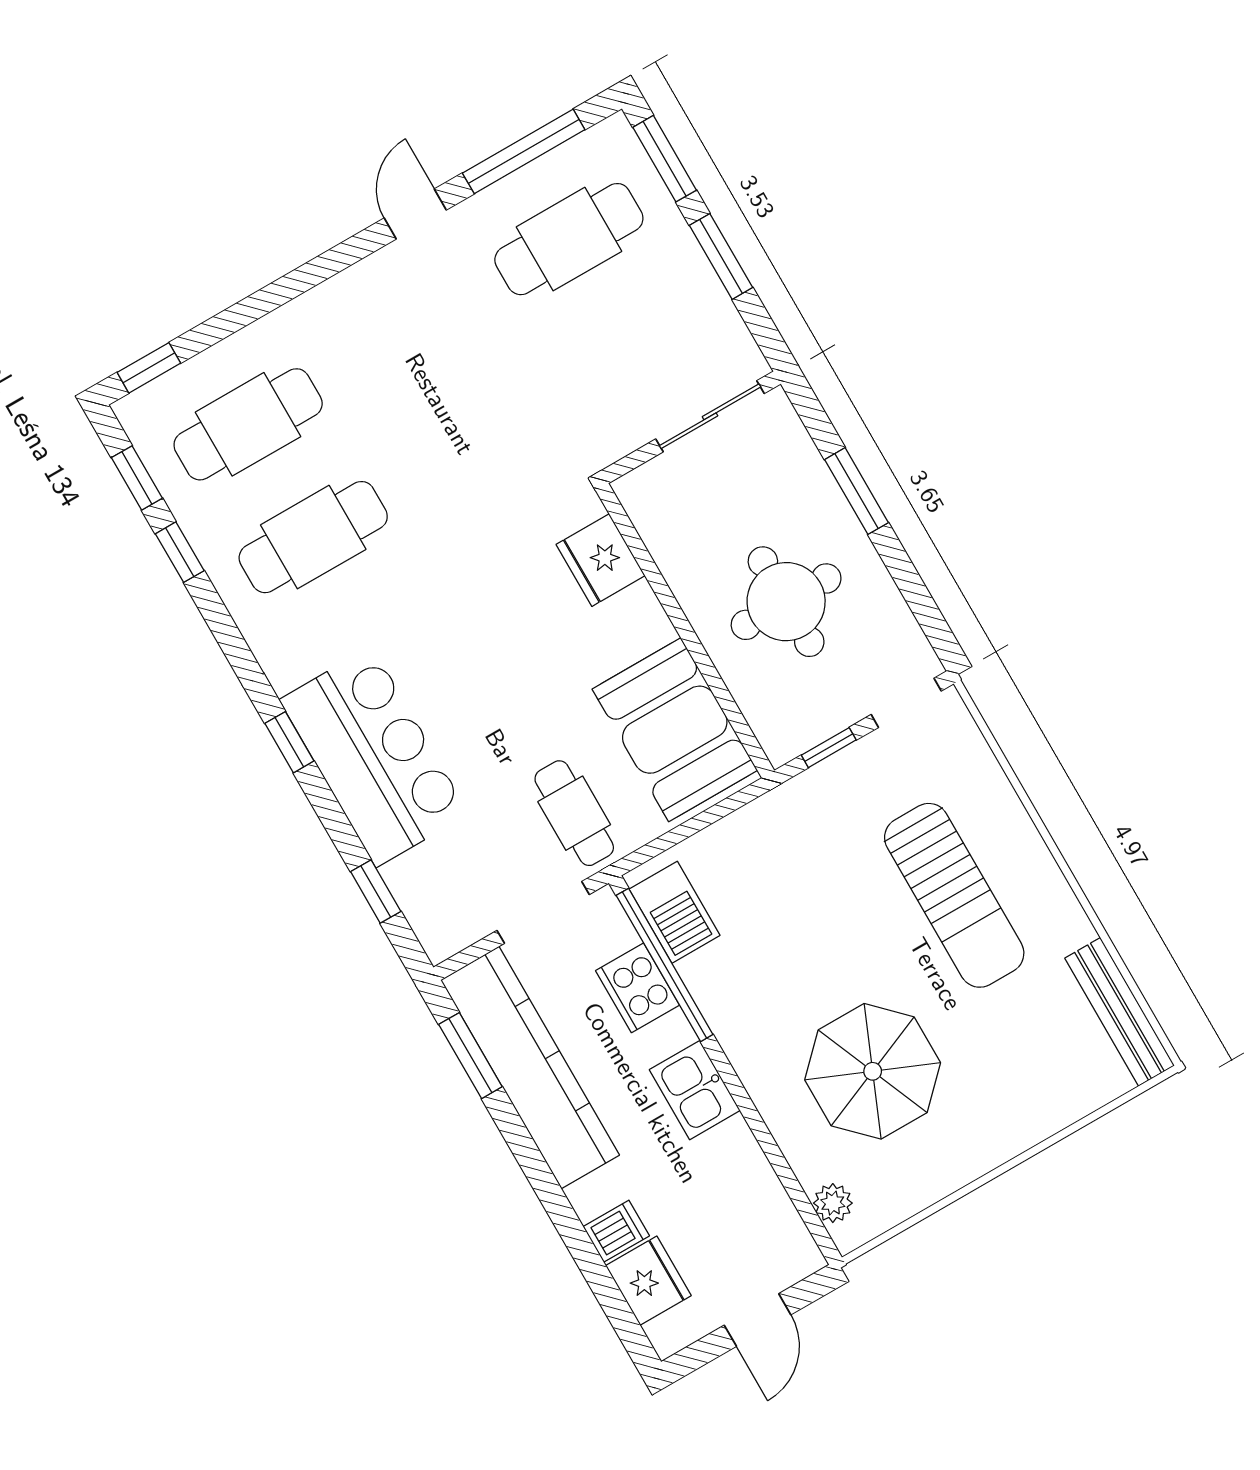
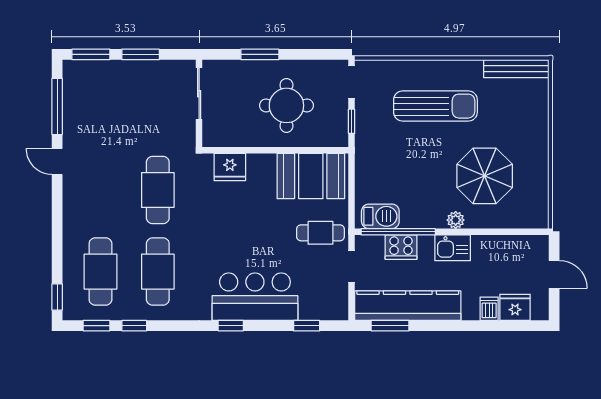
cafe table: (569, 239) -> (158, 190), moved
doorway: (543, 912) -> (352, 266), width x0.73
plant: (833, 1203) -> (456, 220), moved

